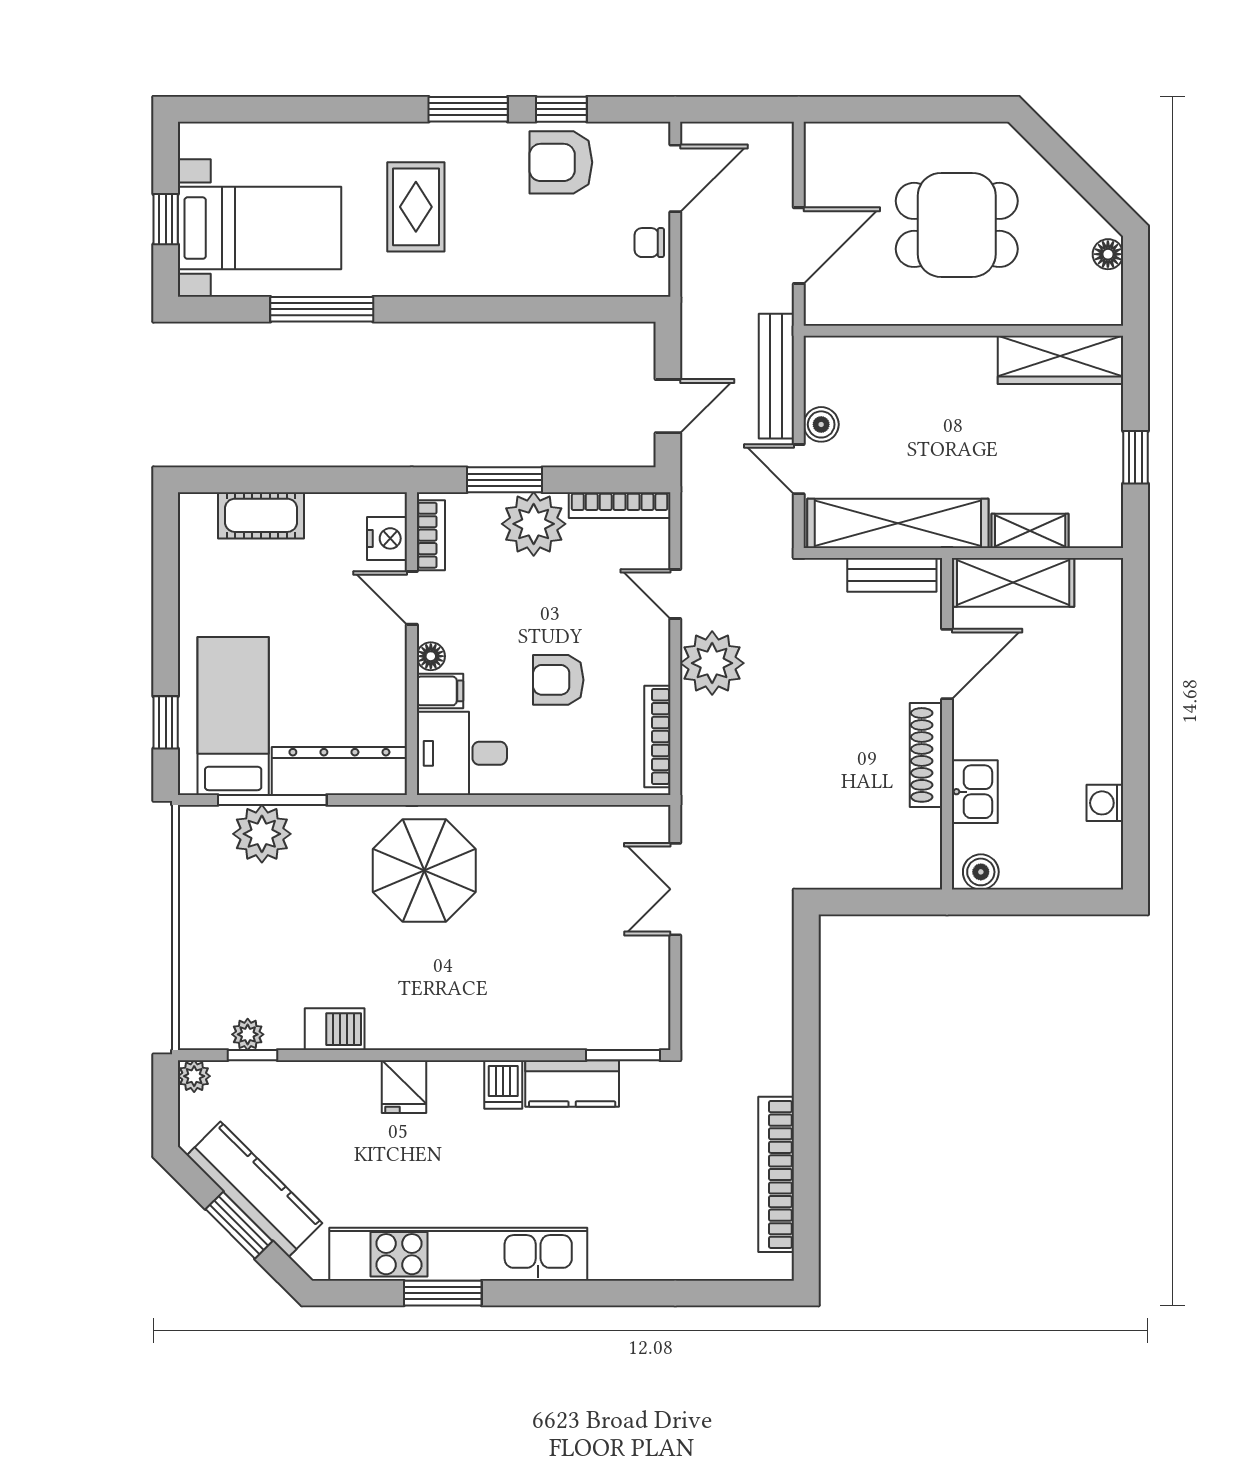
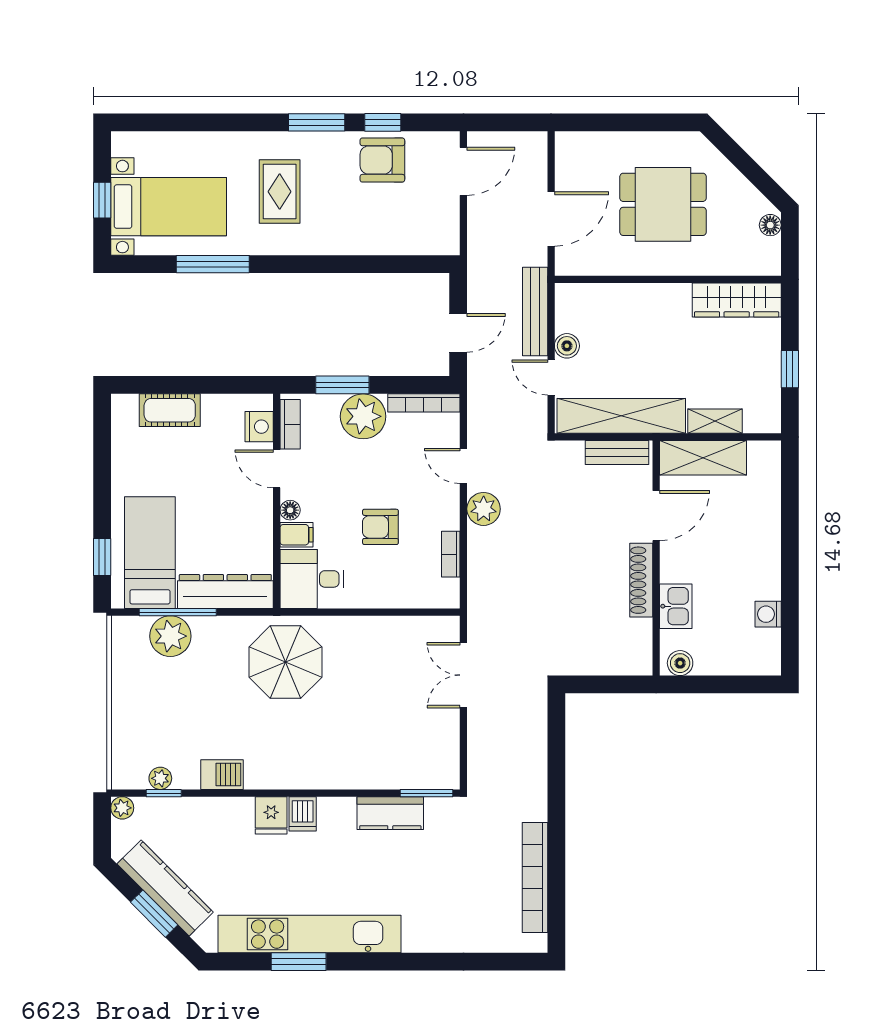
chair: (649, 243) -> (445, 217), removed
plant: (712, 663) -> (484, 509), width x0.73, depth x0.73
bookcase: (657, 737) -> (451, 554), width x0.64
dishwasher: (503, 1085) -> (303, 814), moved

